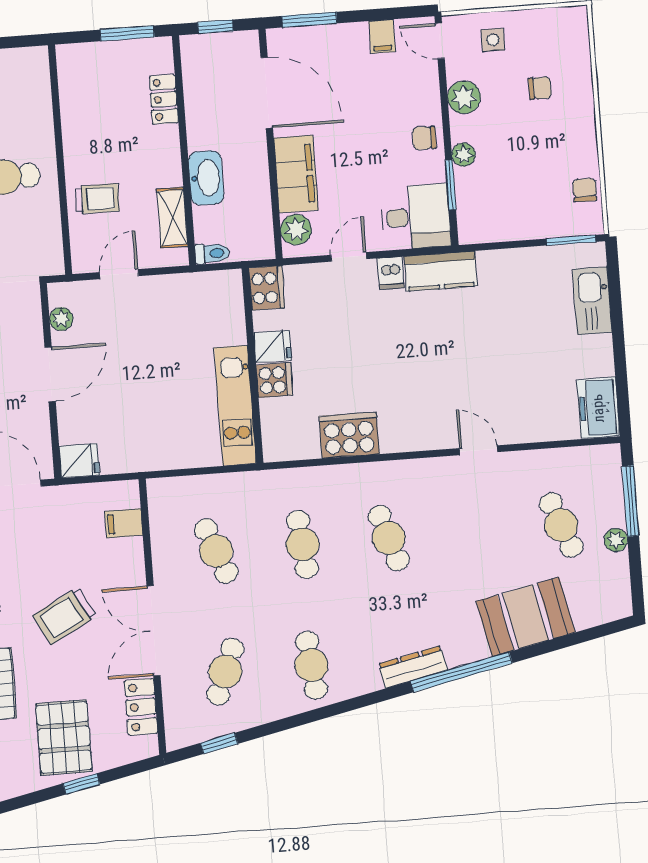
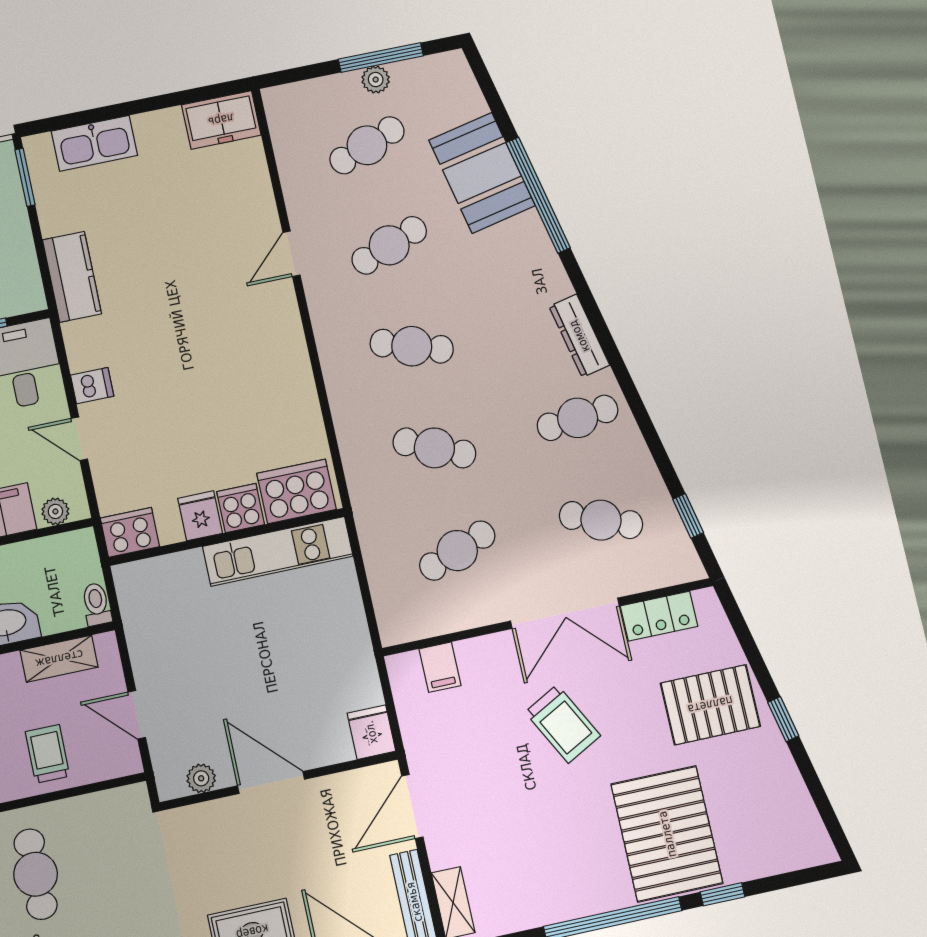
plant: (296, 230) -> (55, 511), width x0.73, depth x0.73
kitchen counter: (441, 271) -> (72, 277), moved
cooker: (349, 435) -> (296, 491), moved, turned 90
window: (630, 501) -> (381, 58), moved
cafe table: (475, 532) -> (389, 245), added
cafe table: (389, 538) -> (412, 346), turned 36
cafe table: (302, 544) -> (434, 448), turned 30
dresser: (413, 667) -> (579, 336), moved
window: (461, 672) -> (538, 195), moved
window: (81, 784) -> (783, 719), moved

